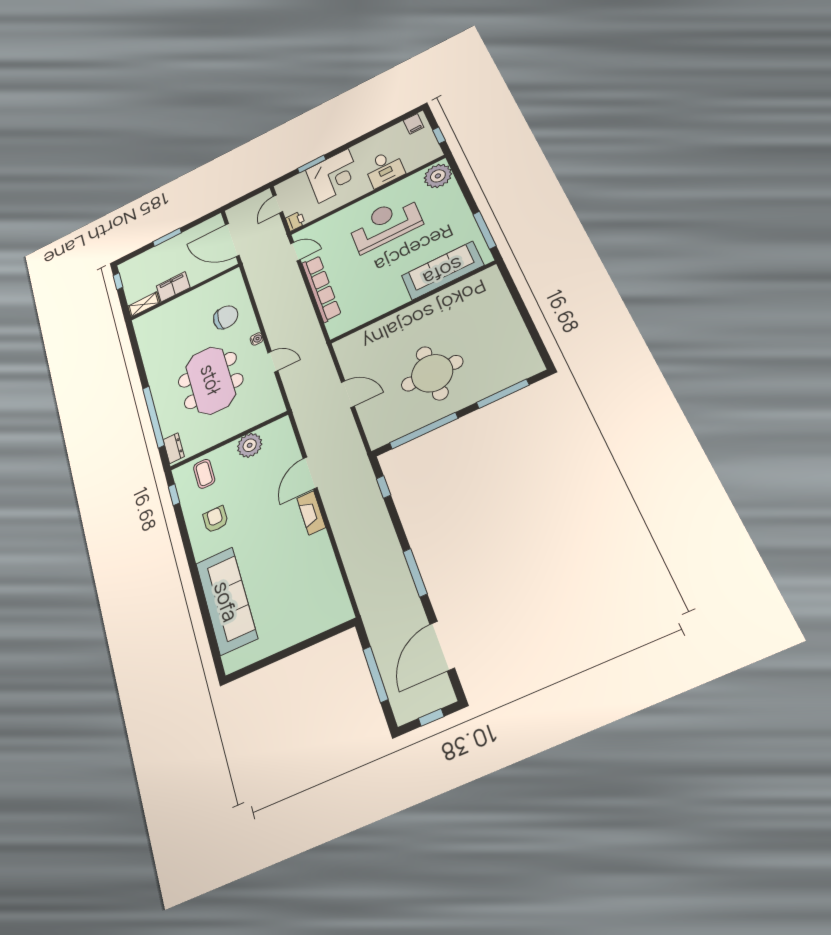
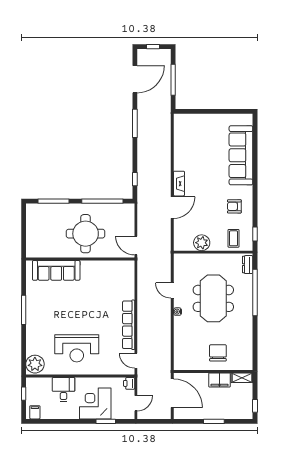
sofa: (443, 271) -> (56, 270), moved
wall: (412, 302) -> (80, 259), moved
chair: (226, 317) -> (218, 353), moved, turned 90
armchair: (215, 519) -> (234, 206), turned 90

